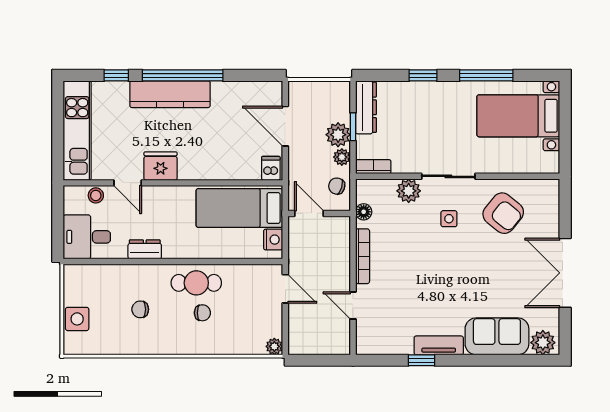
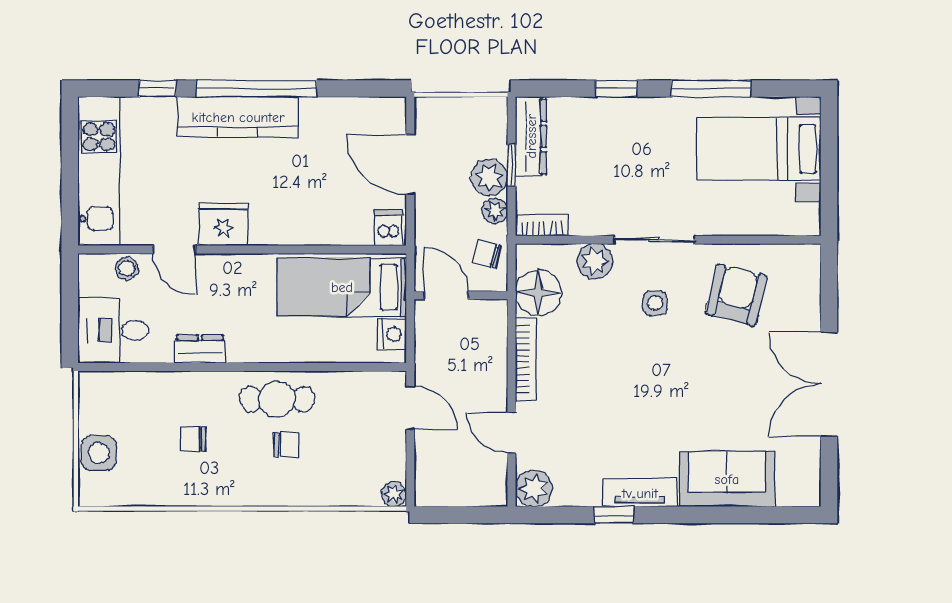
floor lamp: (364, 212) -> (538, 293), width x1.89, depth x1.89
armchair: (503, 213) -> (736, 295), turned -115
plant: (543, 343) -> (534, 488), moved

